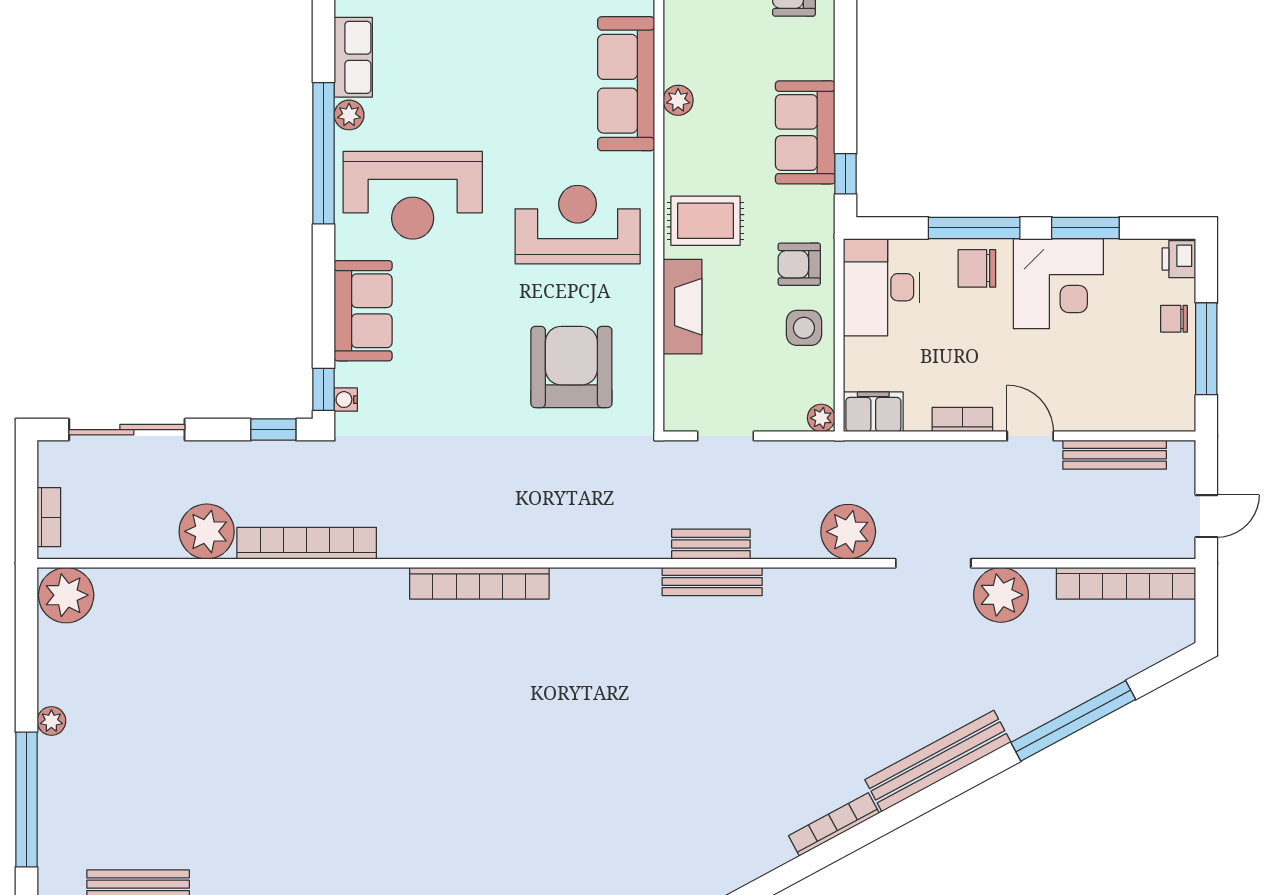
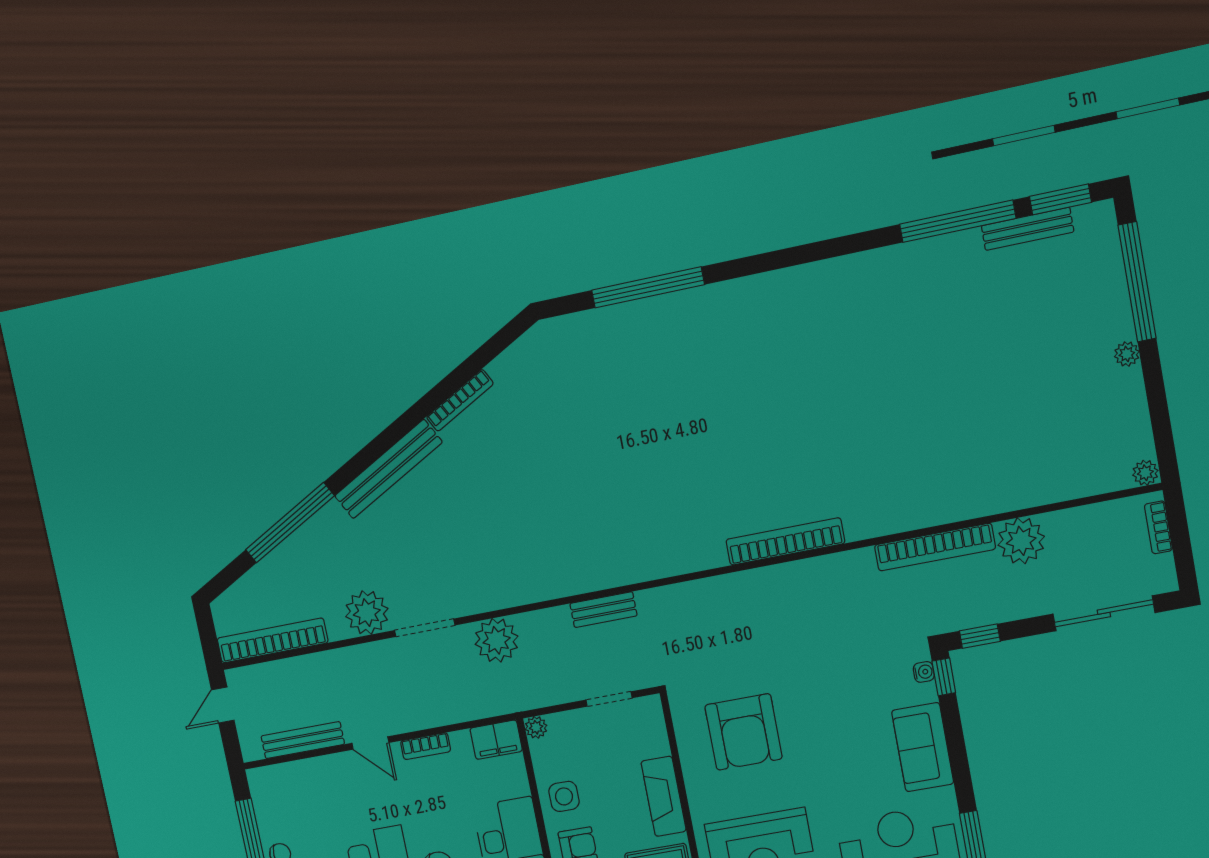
bench: (712, 582) -> (597, 579), removed
plant: (66, 595) -> (1145, 473), width x0.53, depth x0.53

